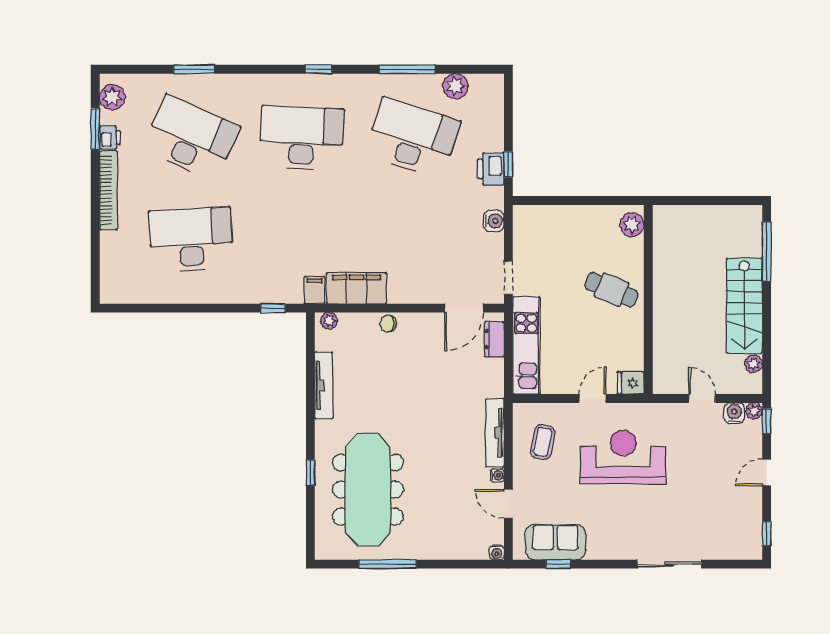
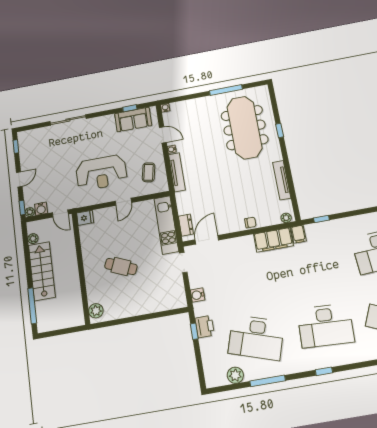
plant: (632, 225) -> (96, 311), moved
wall: (648, 300) -> (81, 268), moved
fridge: (631, 383) -> (85, 218), moved

